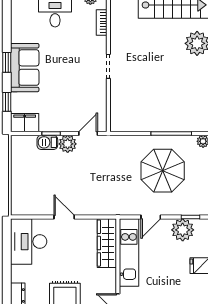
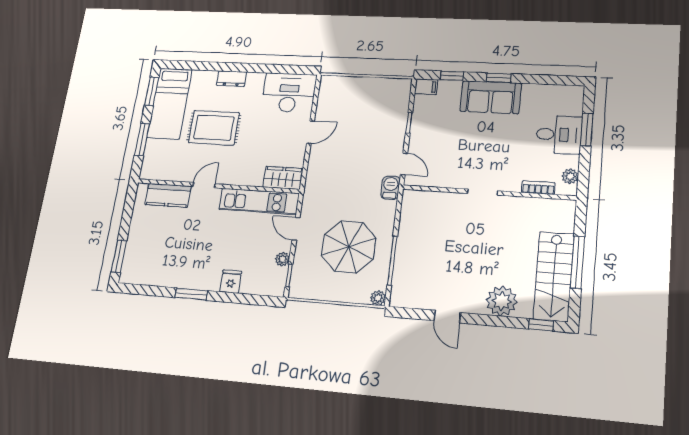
filing cabinet: (25, 123) -> (426, 87), width x0.50
barbecue: (47, 142) -> (390, 188), moved
plant: (68, 144) -> (395, 140), removed
plant: (183, 230) -> (282, 259), width x0.53, depth x0.53
wardrobe: (107, 243) -> (283, 178), width x0.67

